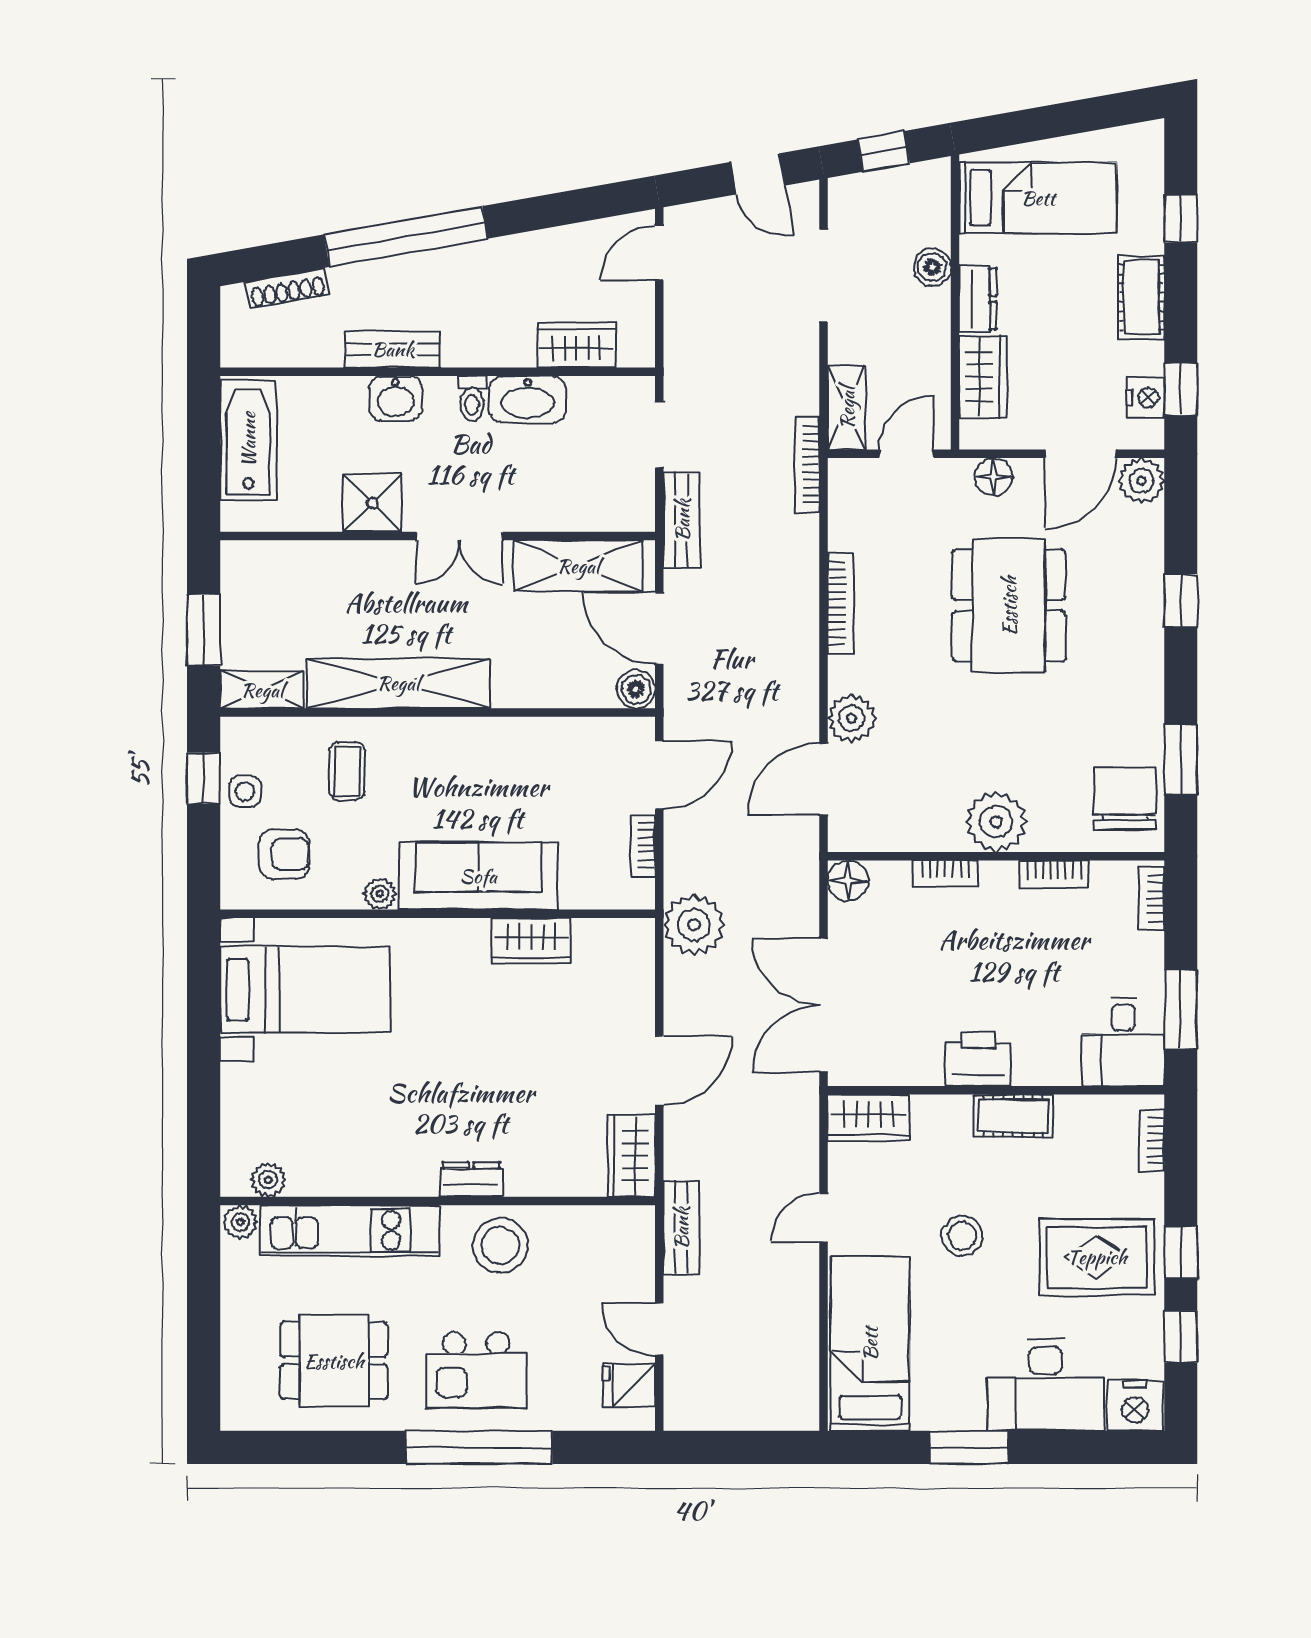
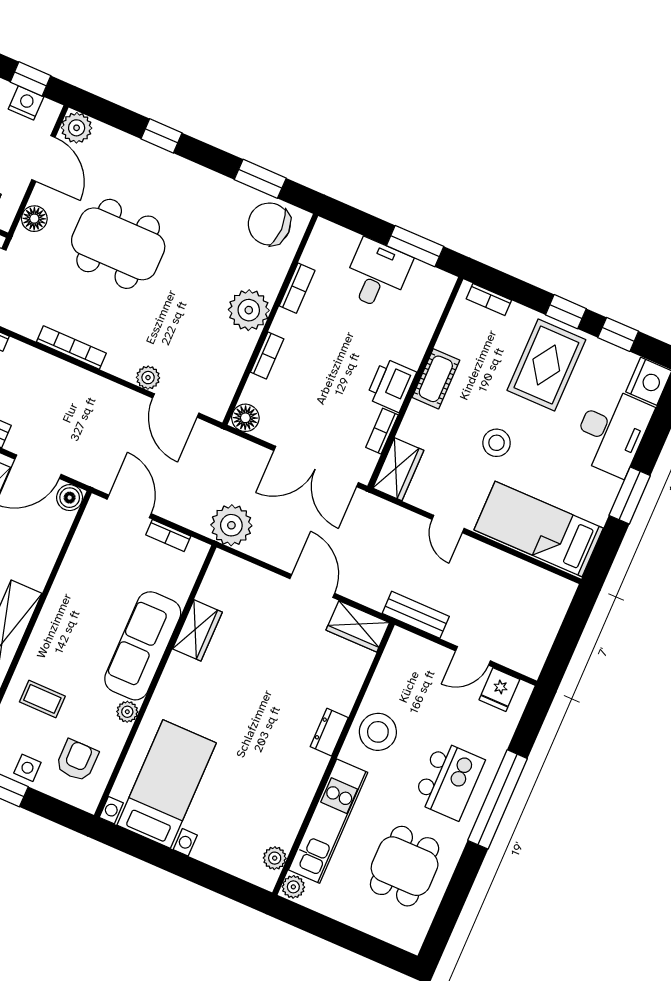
plant: (852, 718) -> (148, 378), width x0.73, depth x0.73
bookcase: (1152, 898) -> (382, 431), moved, turned 90
desk: (1123, 1042) -> (377, 274), moved, turned -90

